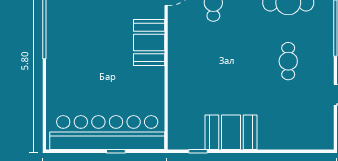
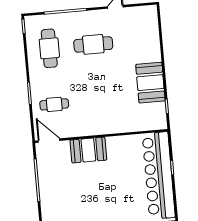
cafe table: (288, 61) -> (93, 44), width x1.37, depth x1.35

